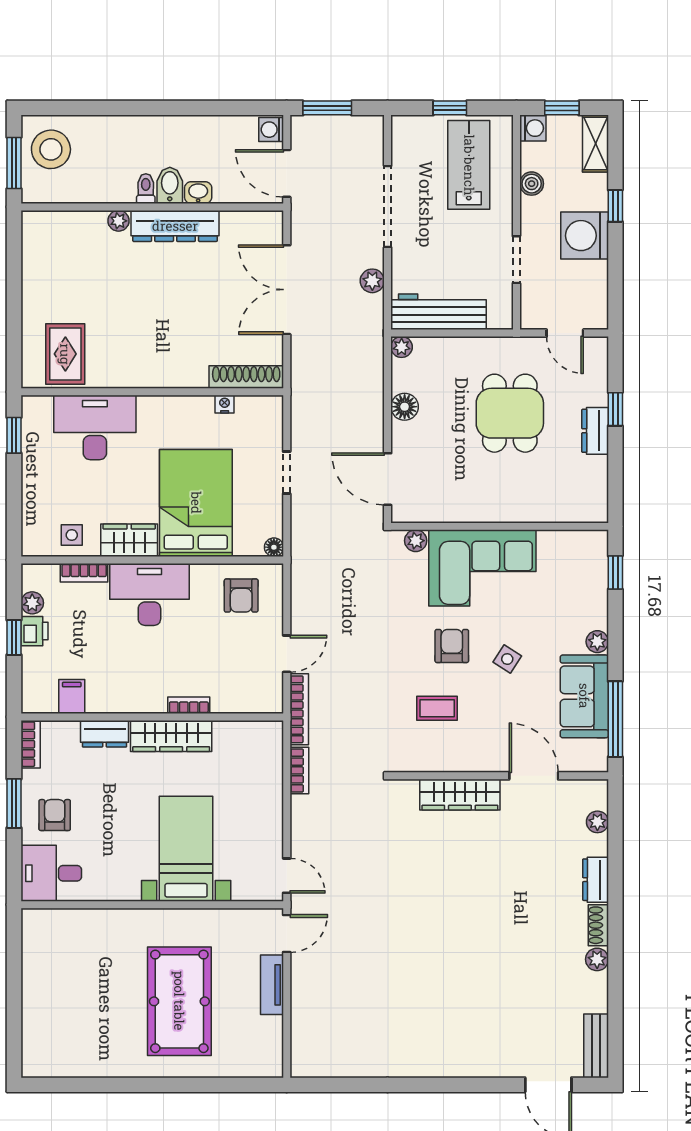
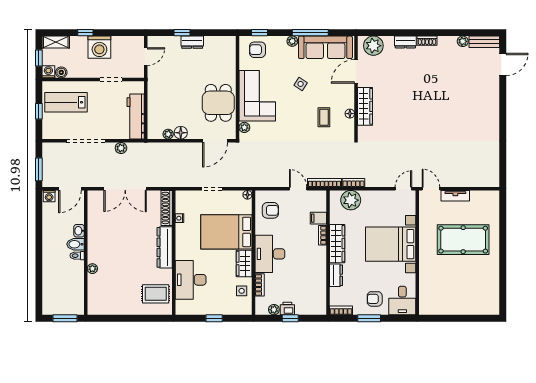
stool: (51, 149) -> (58, 301), removed
boiler: (532, 184) -> (61, 72), moved
dresser: (175, 226) -> (165, 247), moved, turned 180
plant: (402, 347) -> (168, 134), moved
dining table: (510, 413) -> (218, 103), moved, turned 90
window: (14, 435) -> (214, 318), moved
armchair: (452, 646) -> (258, 50), moved
sofa: (584, 696) -> (325, 47), width x1.36
filing cabinet: (72, 697) -> (318, 218), moved
window: (615, 719) -> (310, 33), moved
floor lamp: (445, 763) -> (350, 114), added
plant: (263, 765) -> (351, 200), added
plant: (597, 822) -> (373, 46), width x1.88, depth x1.88
bed with nightstands: (186, 849) -> (391, 244), width x1.36
plant: (597, 959) -> (463, 41), moved

